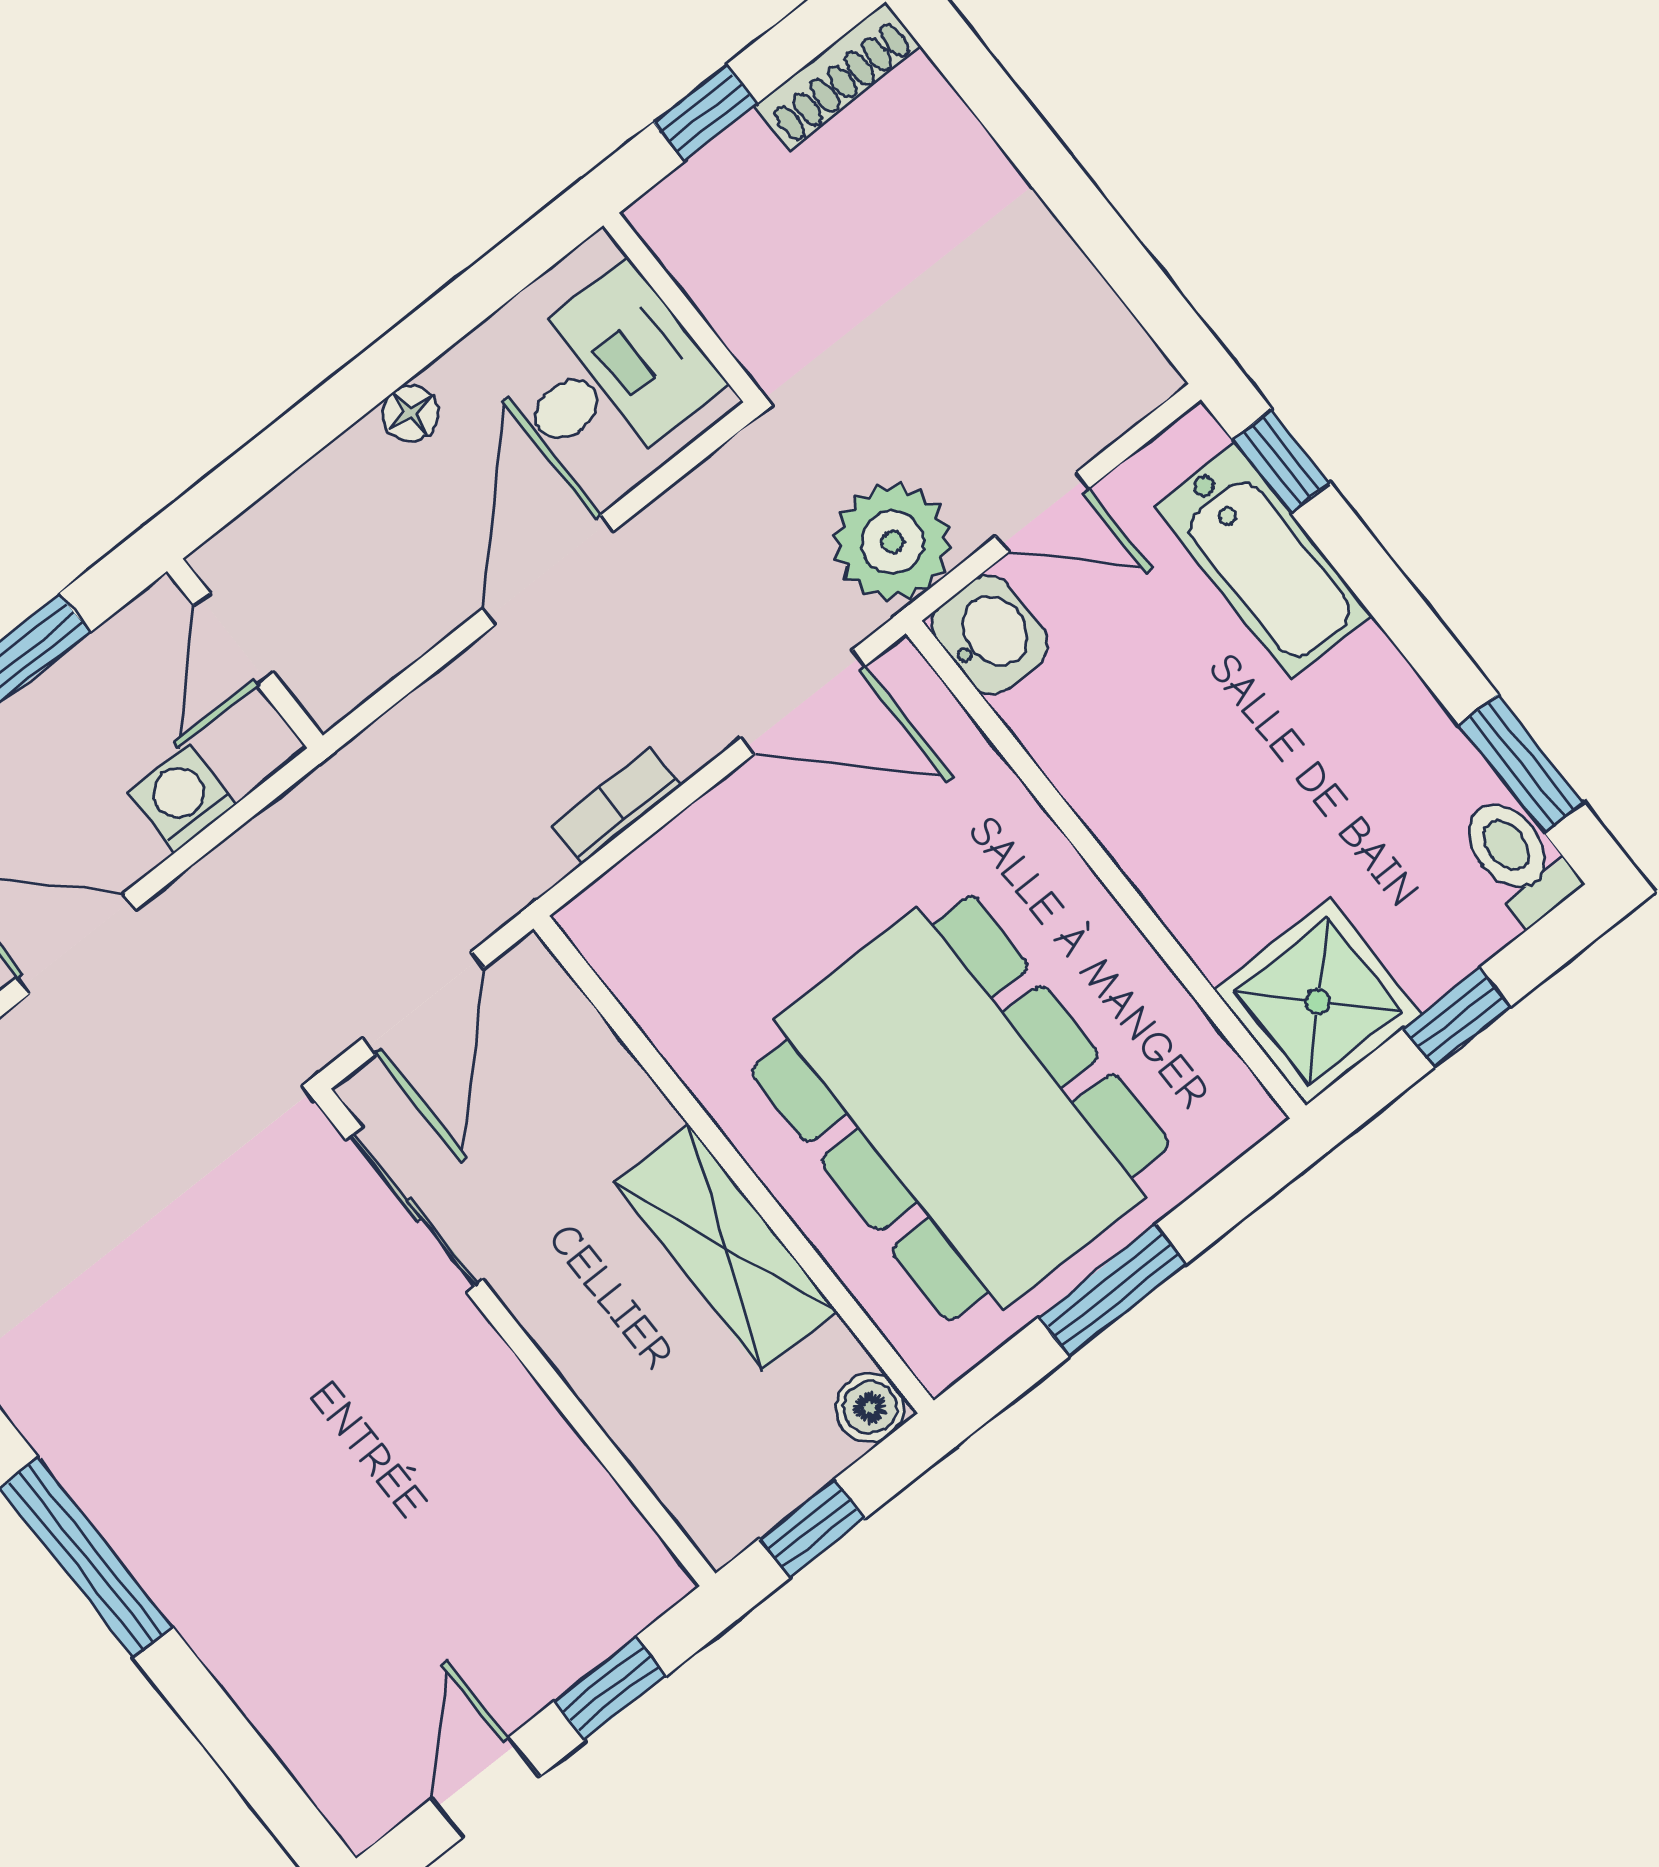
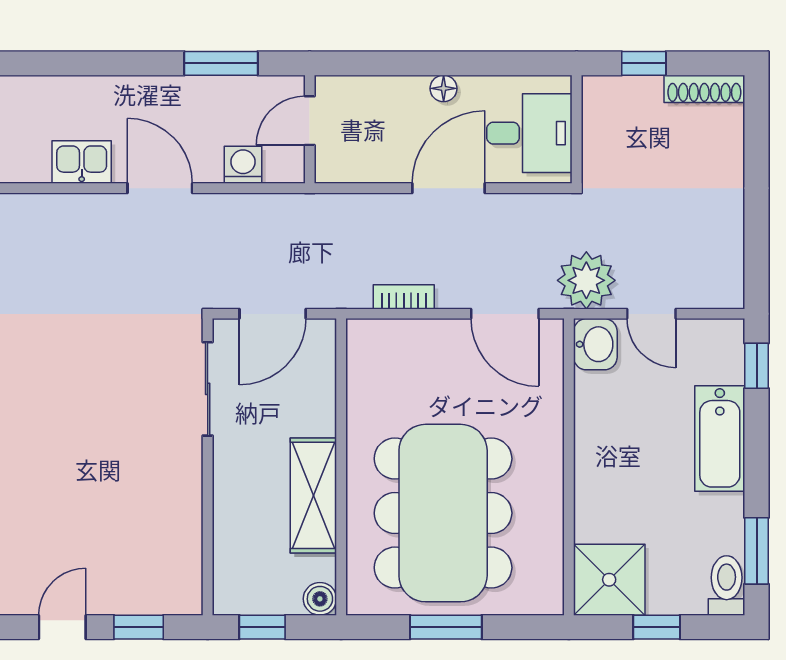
bathtub: (1263, 561) -> (720, 439), moved

